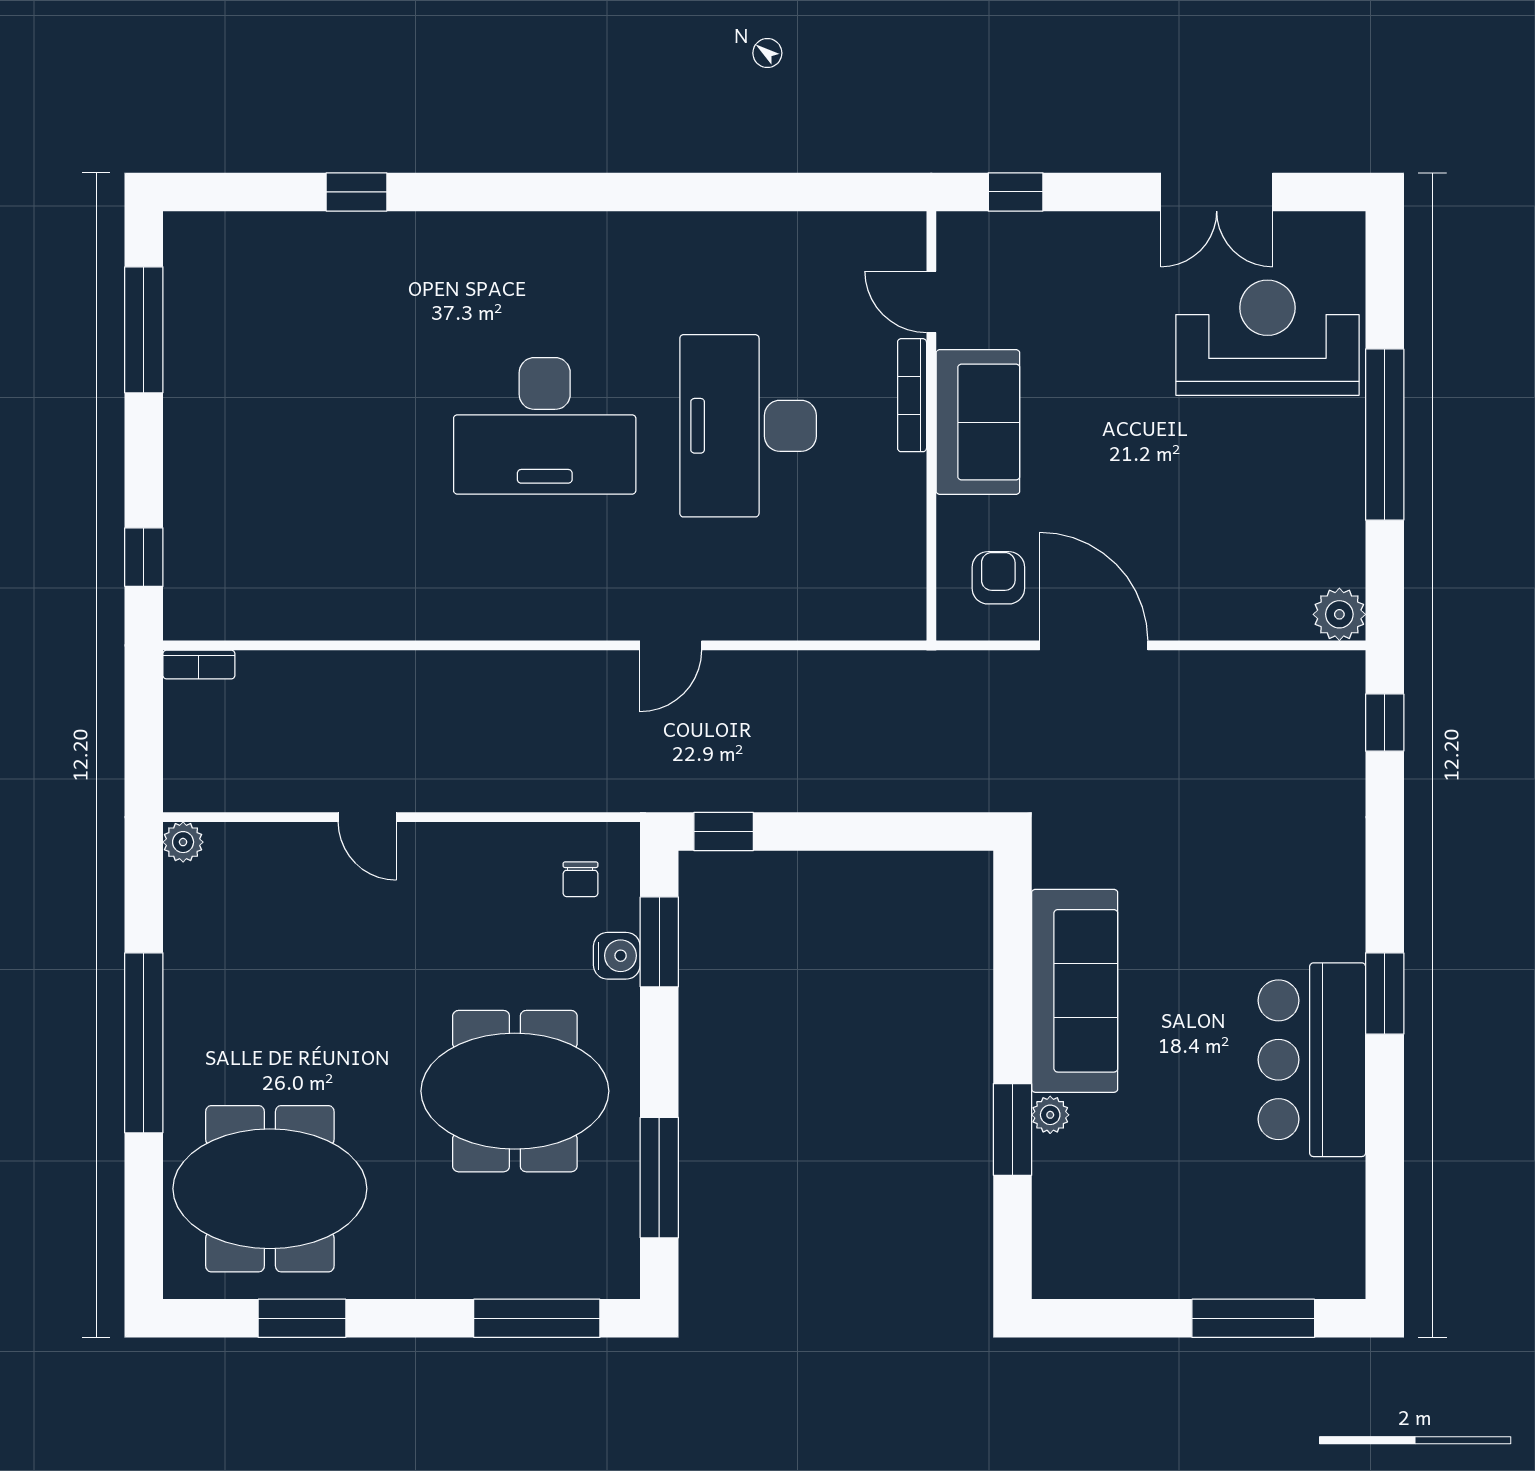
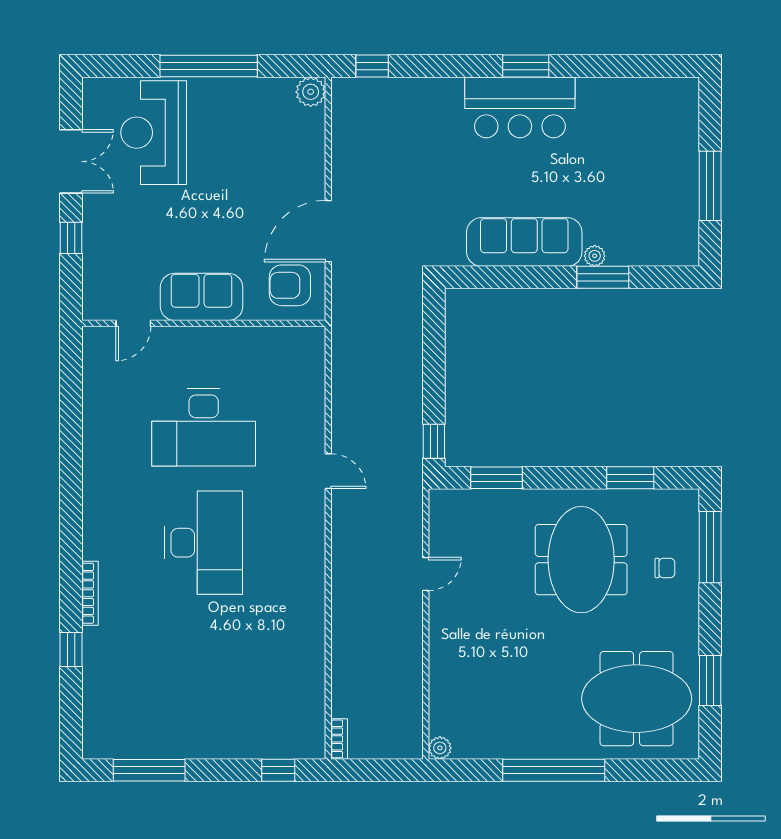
window: (1016, 192) -> (71, 238), moved
bookcase: (912, 395) -> (90, 593), moved, turned -90
armchair: (998, 578) -> (290, 285), width x1.38, depth x1.38
door: (367, 817) -> (426, 574), moved
chair: (580, 879) -> (665, 568), moved
water cooler: (617, 956) -> (504, 502), removed
bar counter: (1312, 1060) -> (520, 107), moved
window: (659, 1178) -> (630, 478), width x0.69
meeting table: (270, 1189) -> (637, 699), turned 90
window: (1253, 1318) -> (710, 186), moved

